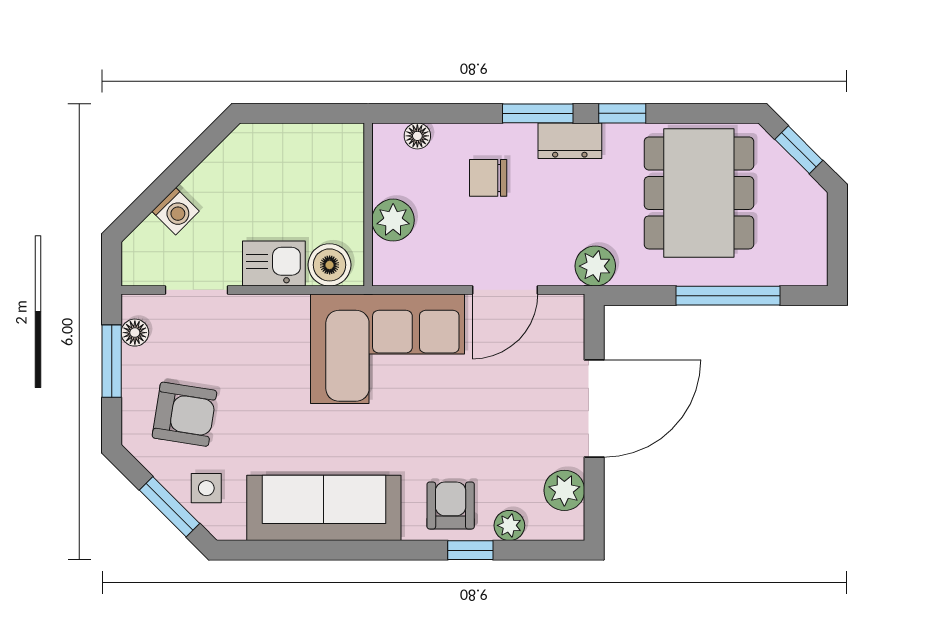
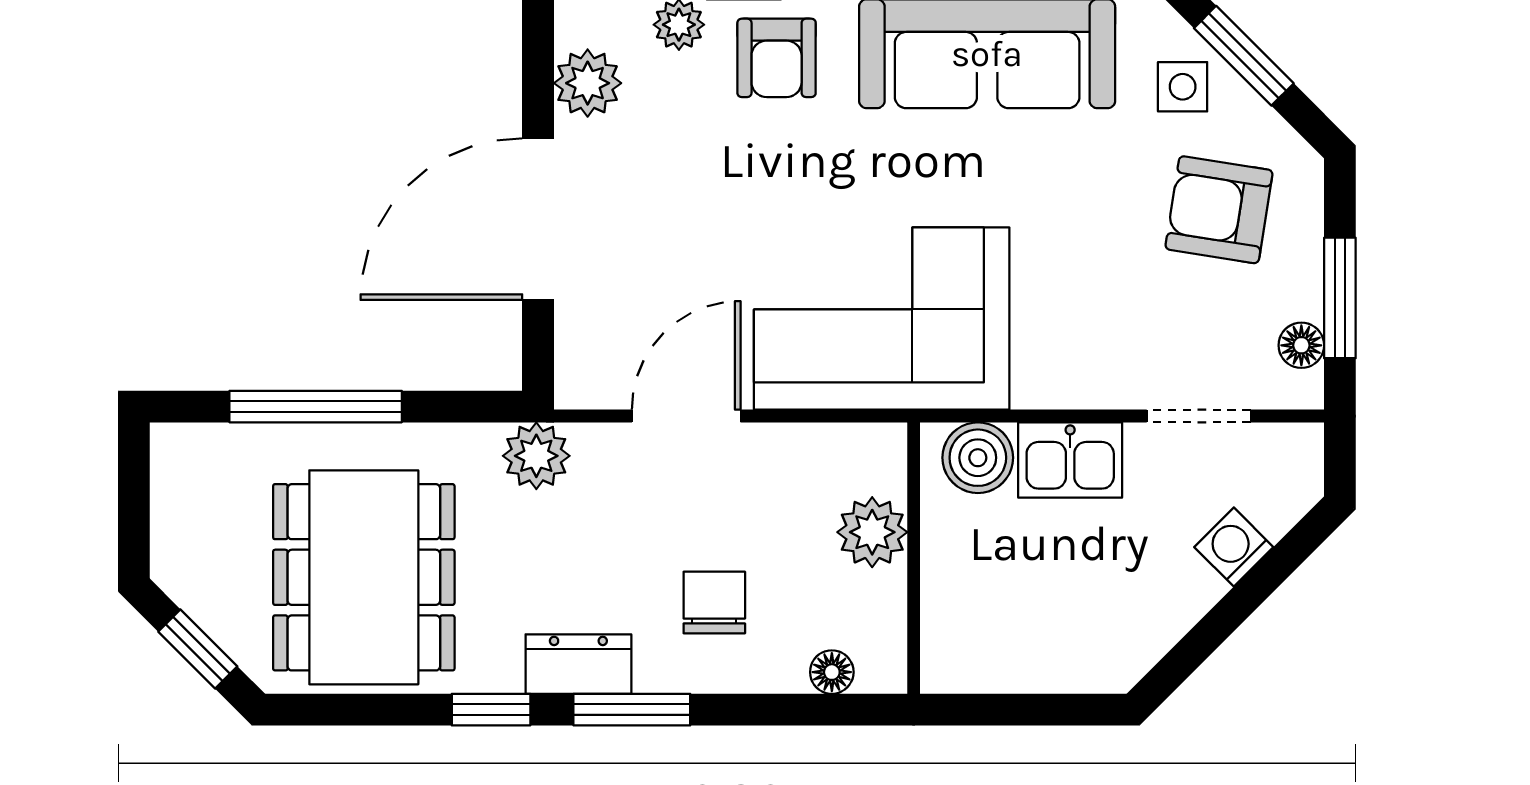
chair: (488, 178) -> (714, 603), turned -90

